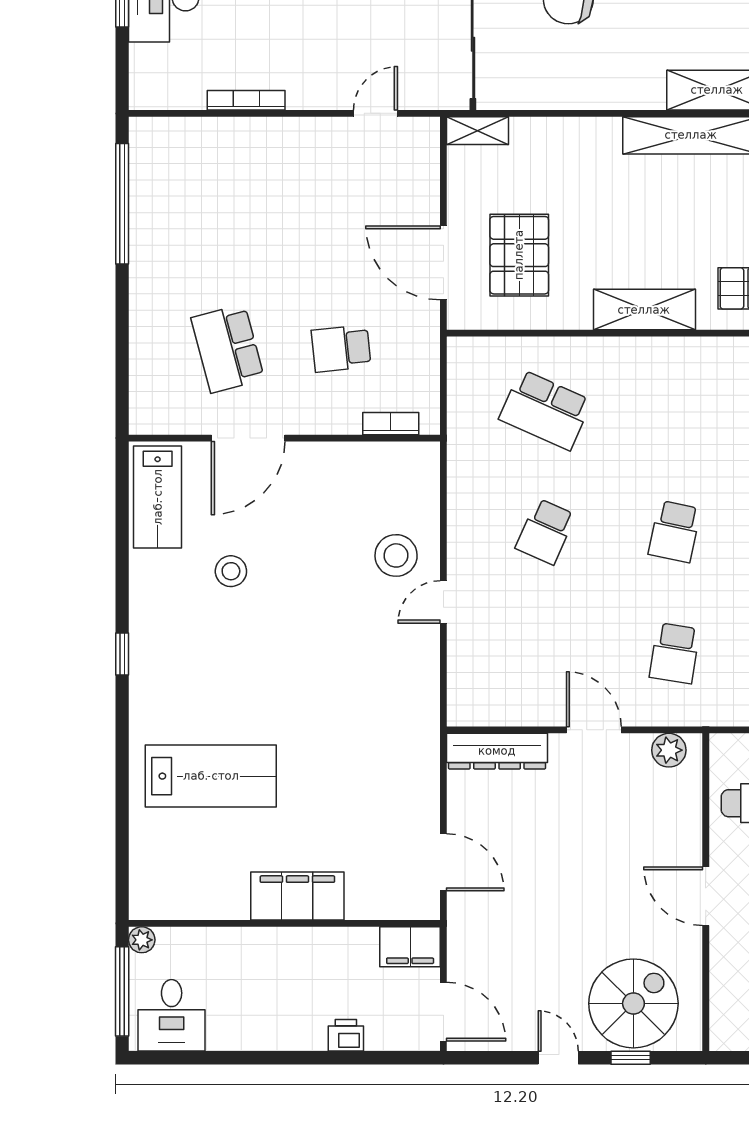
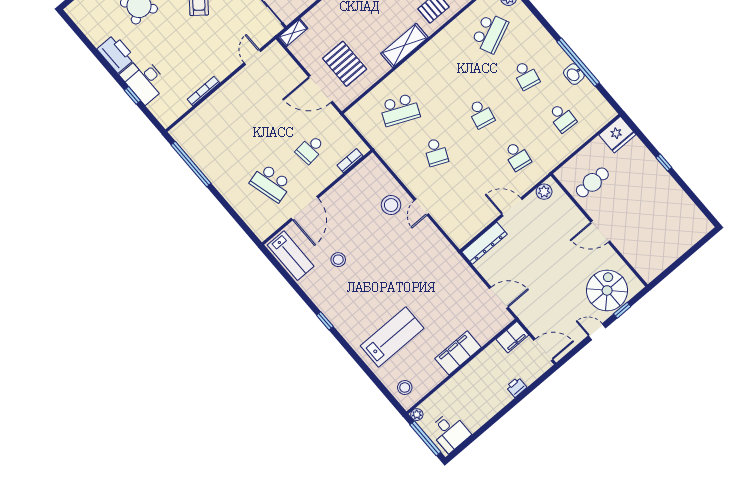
stool: (160, 878) -> (405, 387), added

